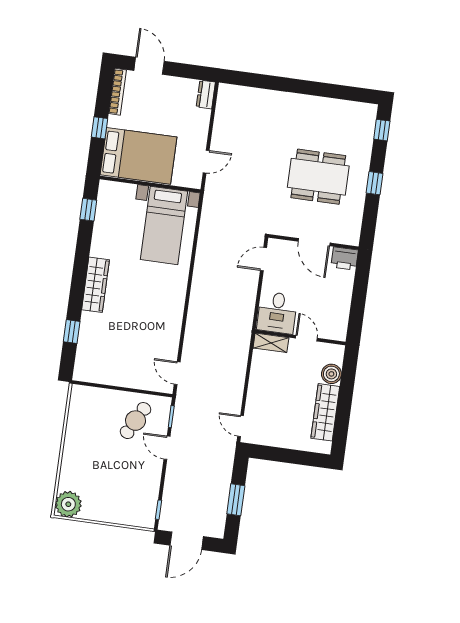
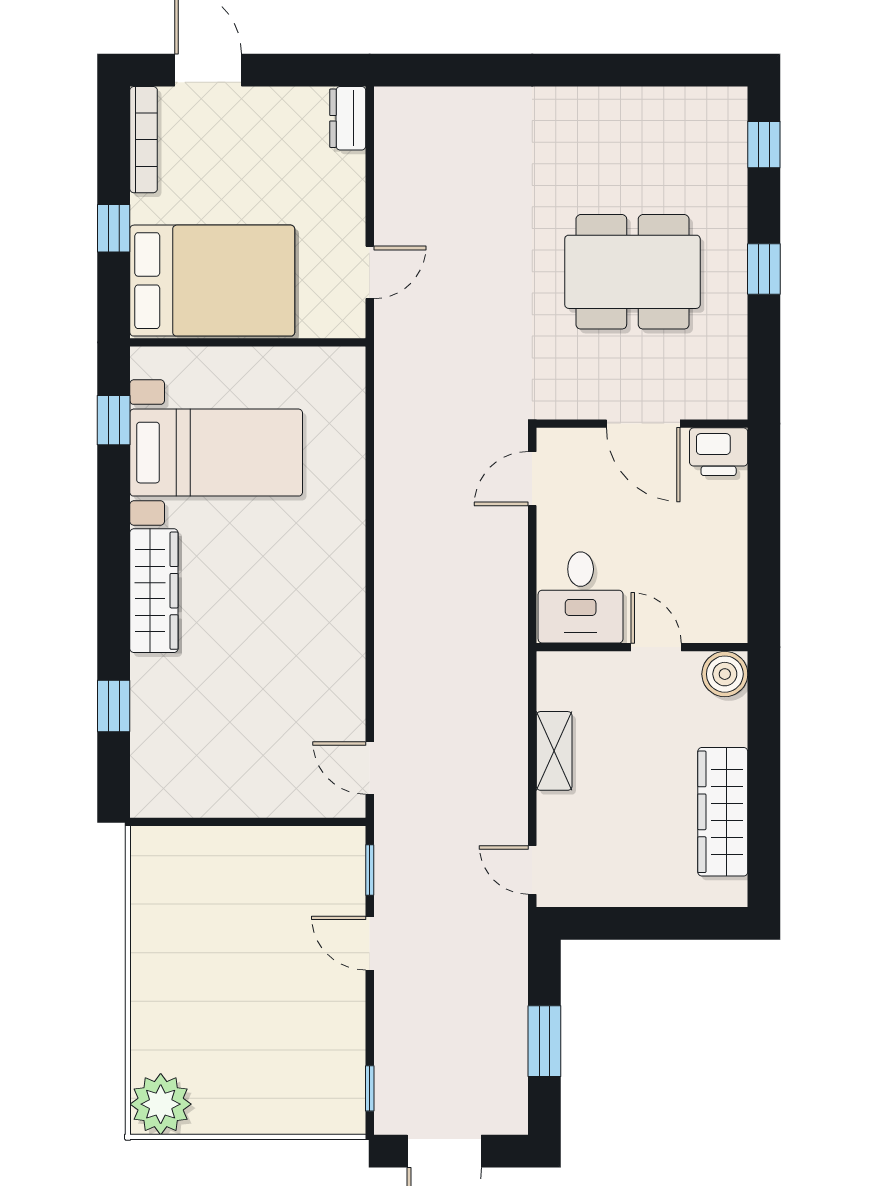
bed with nightstands: (164, 225) -> (216, 453), moved, turned -90
shelving: (271, 343) -> (554, 751), moved, turned 90
boiler: (331, 374) -> (725, 674), moved
cafe table: (136, 421) -> (289, 890), removed

